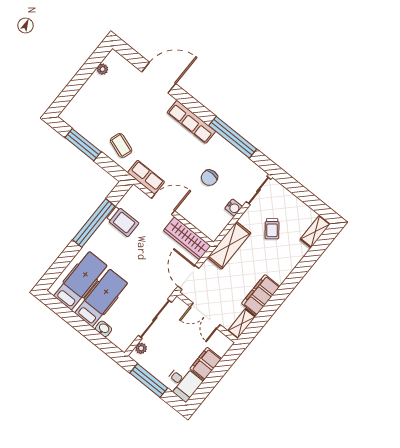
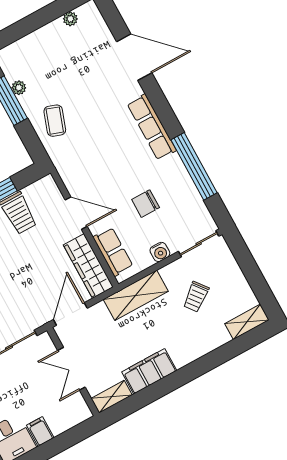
plant: (86, 133) -> (19, 88), added
row of seats: (146, 177) -> (113, 252), moved
filing cabinet: (206, 364) -> (40, 432), width x0.50

